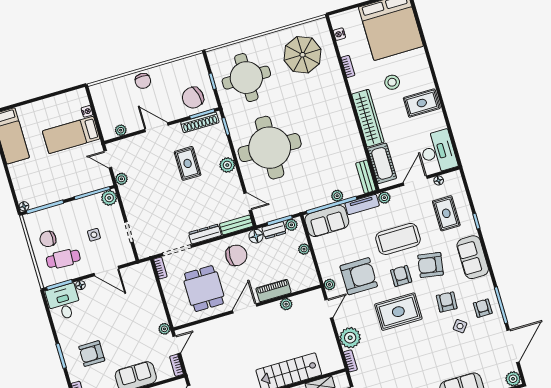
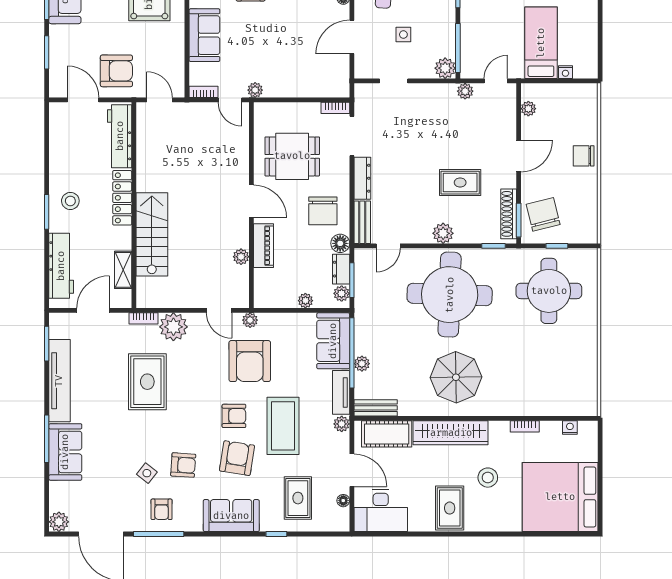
parasol: (303, 55) -> (456, 377), moved
rug: (446, 213) -> (298, 498), turned 90
armchair: (483, 308) -> (162, 509), turned 90
rug: (398, 312) -> (147, 382), moved

